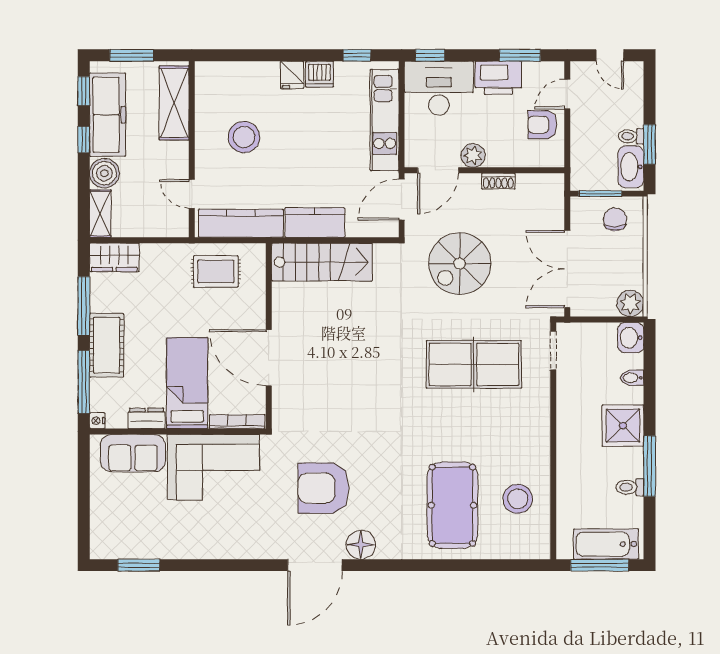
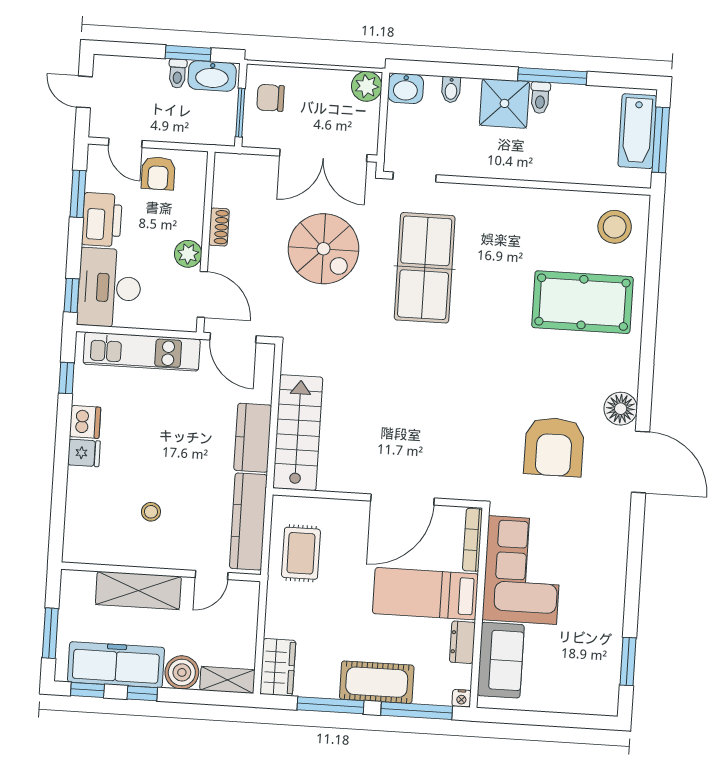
door: (610, 55) -> (84, 92), swing flipped
shelving: (174, 103) -> (138, 590), moved
stool: (244, 137) -> (151, 512), width x0.53, depth x0.53
spiral stairs: (460, 264) -> (324, 249), moved
toilet: (630, 487) -> (540, 98), moved
stool: (518, 499) -> (615, 227), moved

